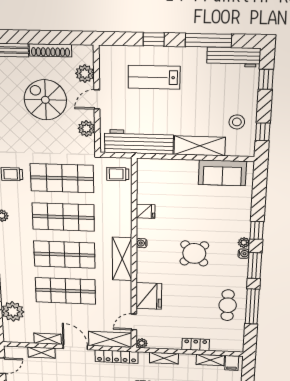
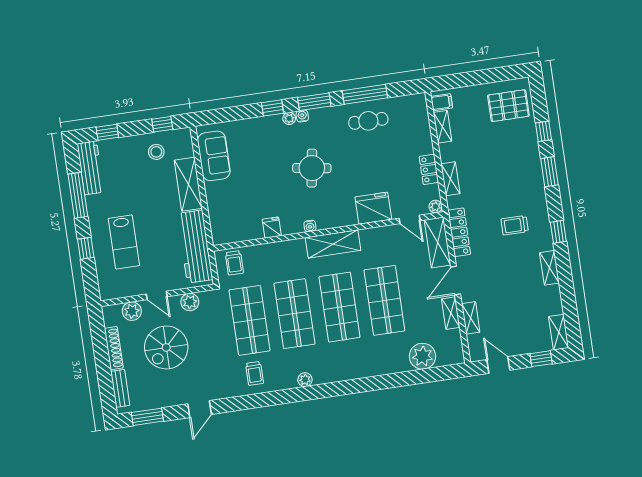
round table: (194, 253) -> (312, 168), turned -37
locker: (196, 345) -> (429, 169), moved

